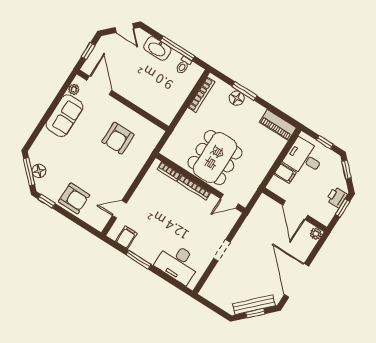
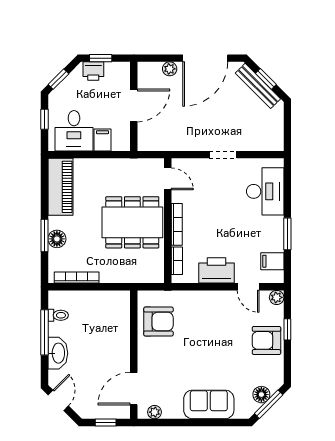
sofa: (65, 116) -> (209, 404), moved
piano: (278, 125) -> (60, 187), width x1.37, depth x1.33
armchair: (118, 138) -> (158, 322), moved
printer: (145, 195) -> (217, 270), added
armchair: (74, 198) -> (266, 340), turned -90
window: (47, 201) -> (287, 329), moved
plant: (99, 224) -> (277, 297), added
plant: (316, 234) -> (170, 69), moved

